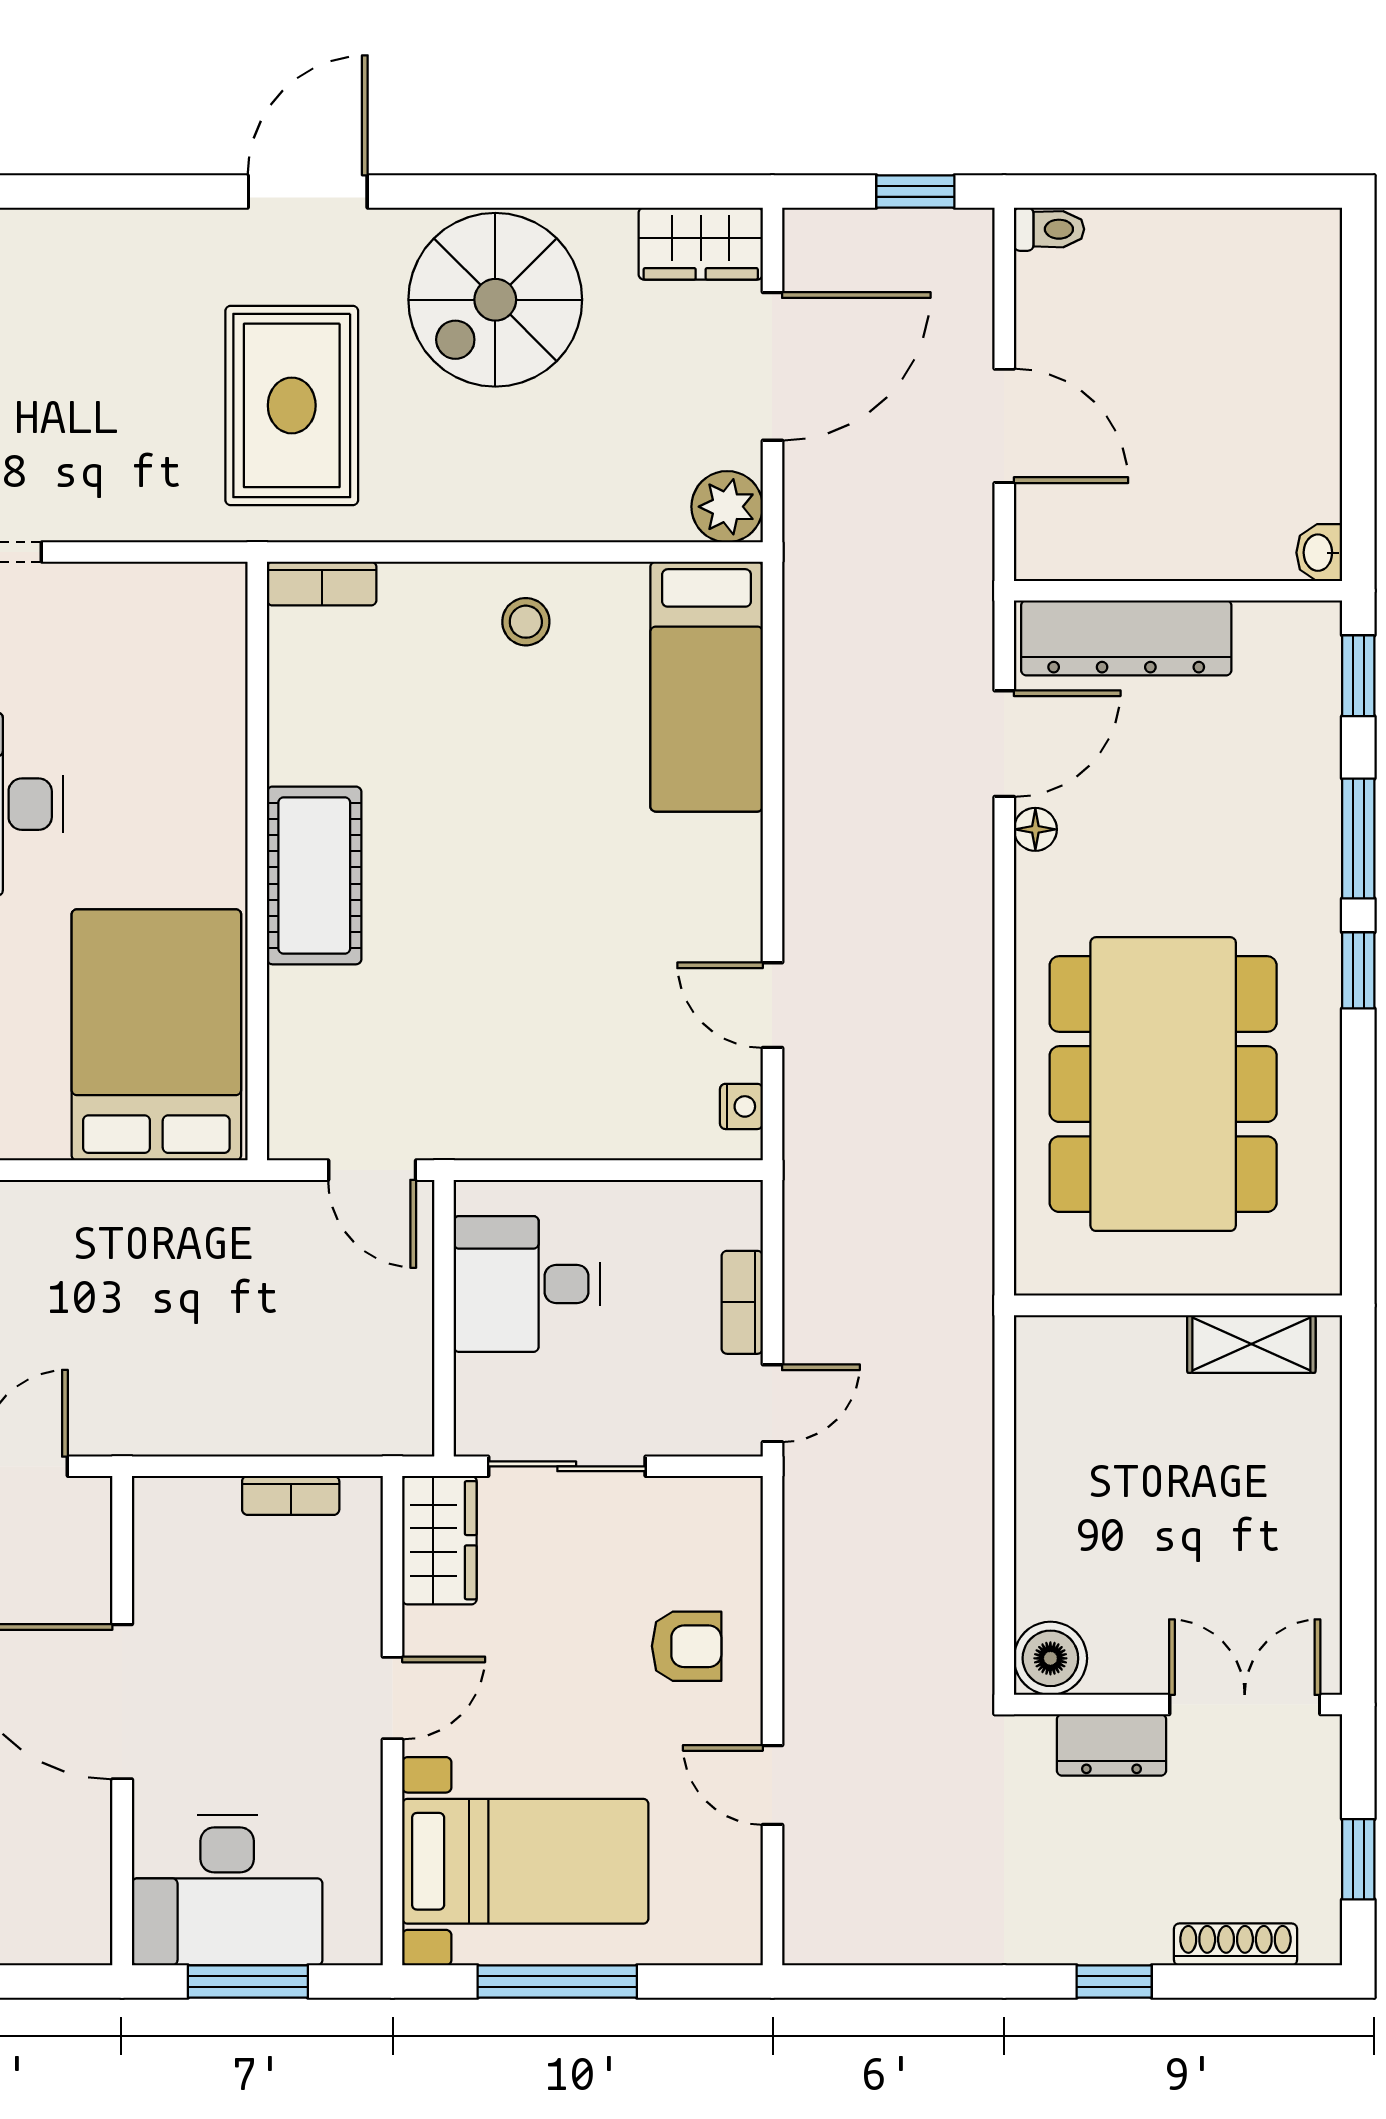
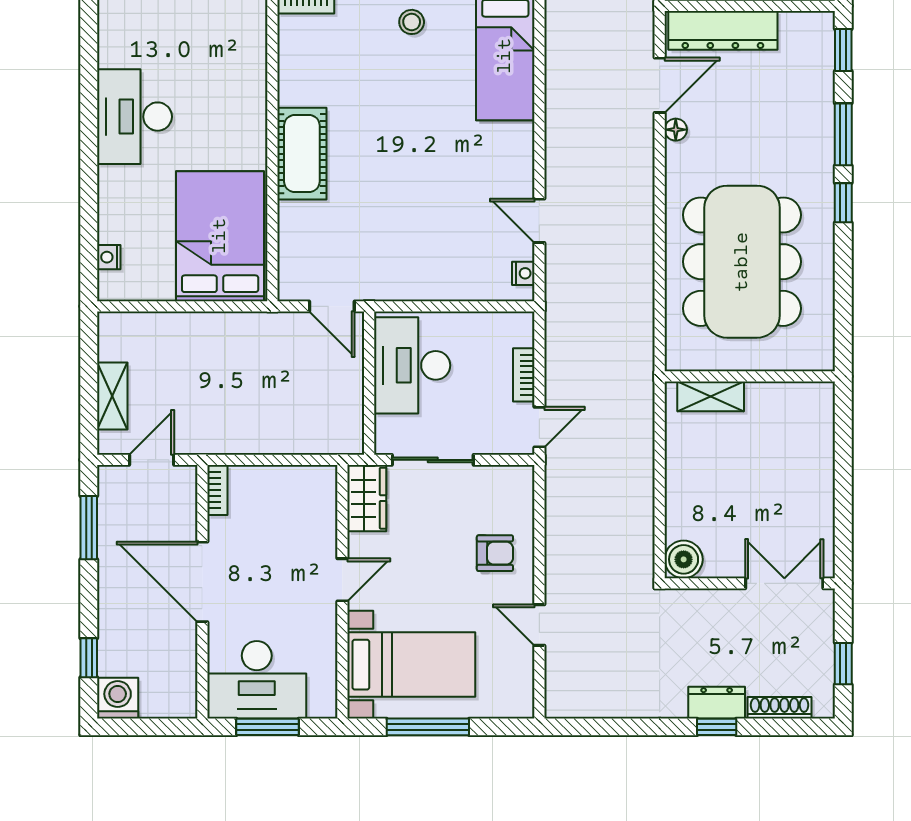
desk: (527, 1284) -> (412, 365), width x1.37
shelving: (1251, 1344) -> (711, 396), moved
bookcase: (291, 1495) -> (217, 490), moved, turned -90
dresser: (1111, 1745) -> (717, 703), moved, turned 180

